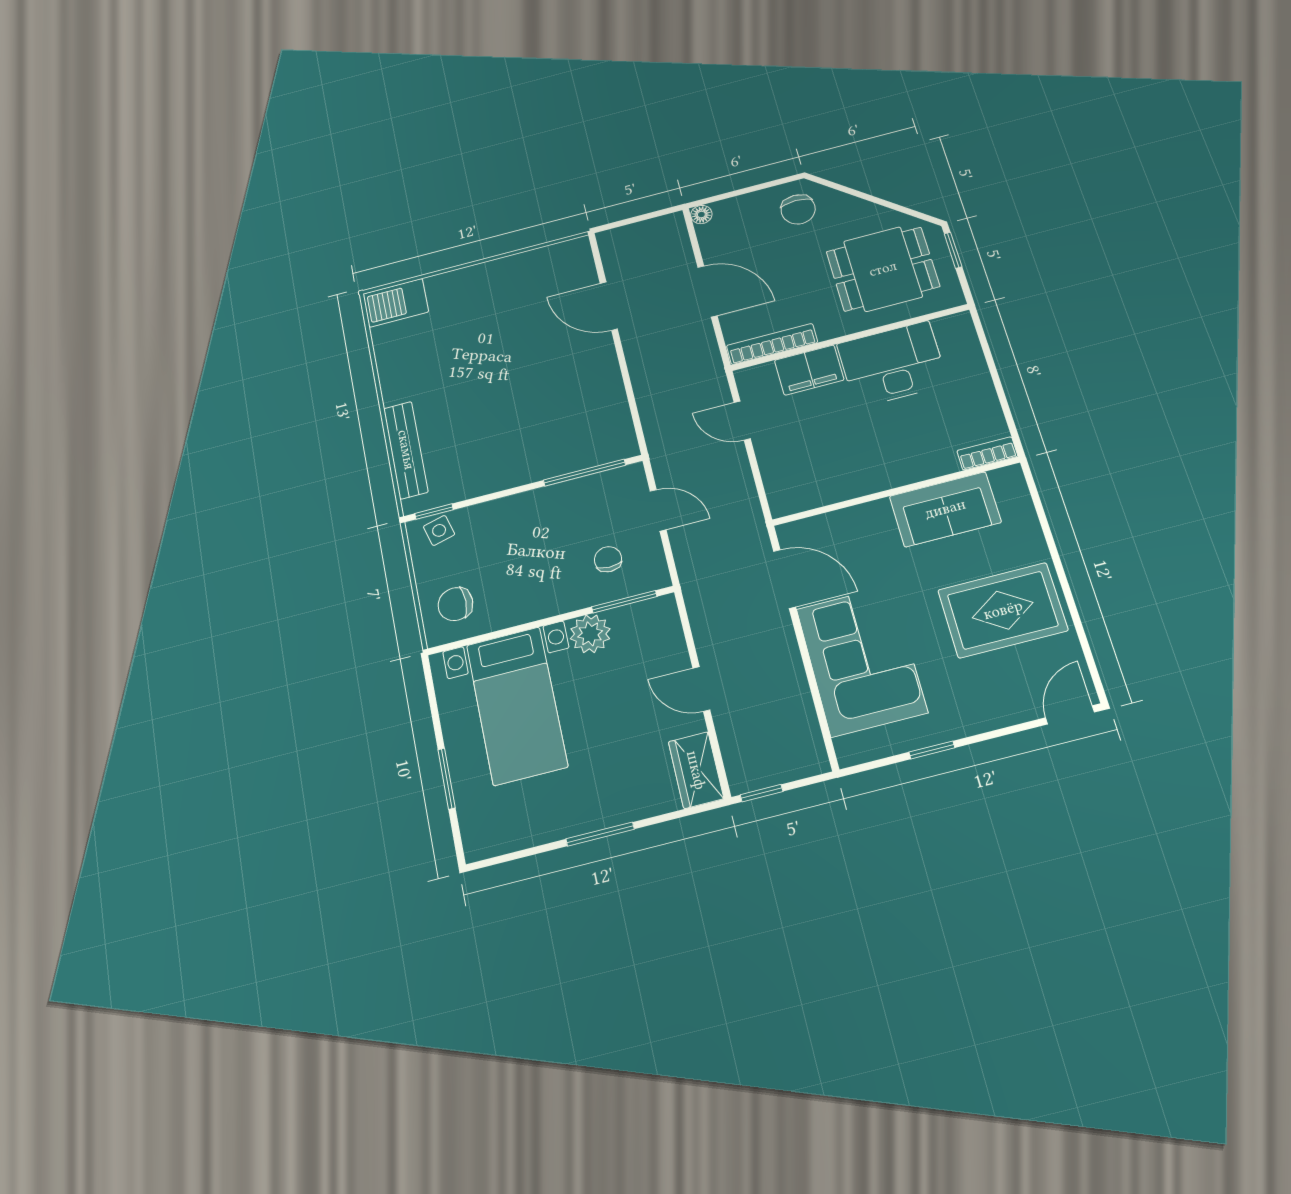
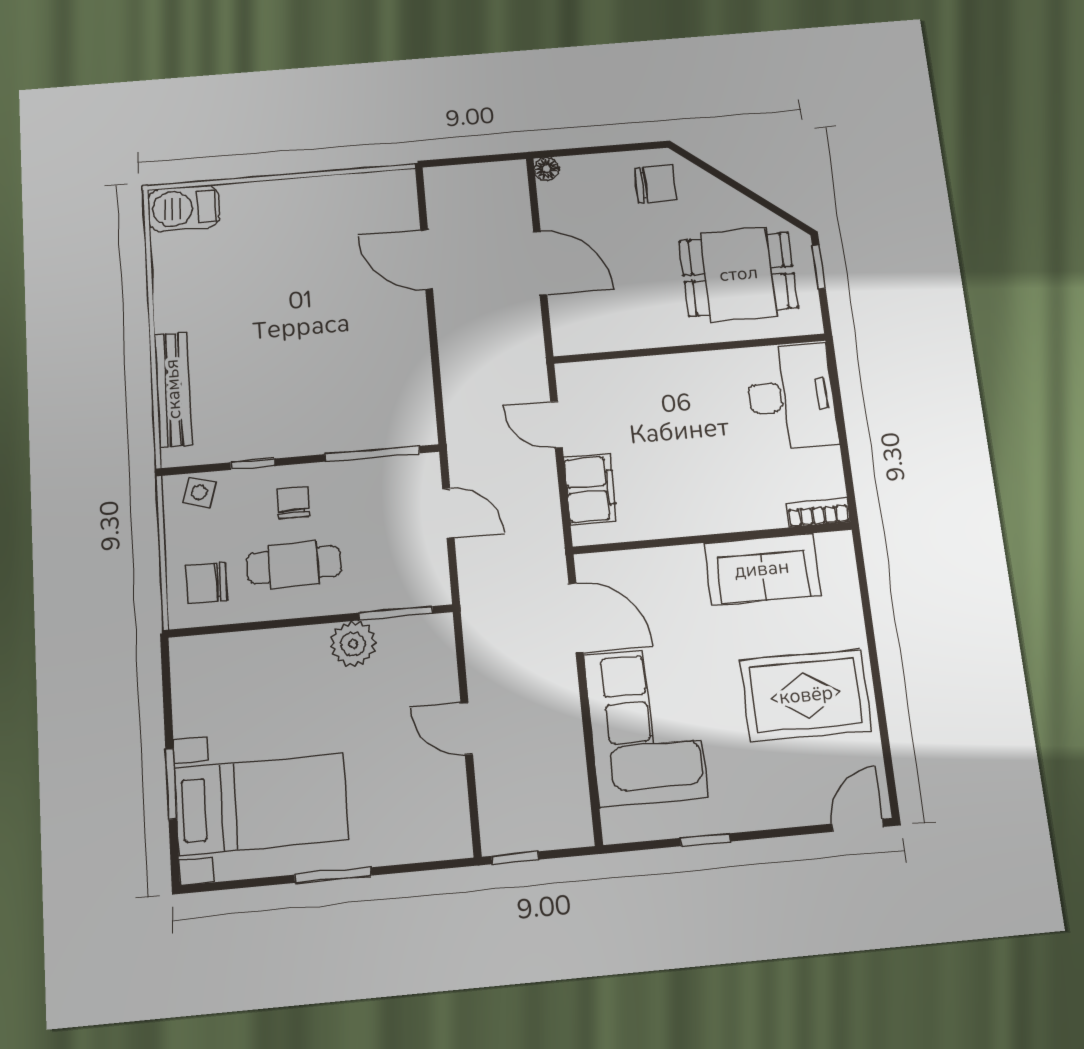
chair: (798, 209) -> (656, 184), turned -90
bookcase: (772, 344) -> (603, 340), removed
desk: (892, 364) -> (791, 396), moved, turned 90
filing cabinet: (809, 370) -> (590, 489), moved, turned -90
window: (434, 512) -> (253, 464), moved
side table: (439, 530) -> (199, 492), turned 31
chair: (608, 559) -> (293, 503), moved
cafe table: (529, 576) -> (294, 565), added
bed with nightstands: (517, 705) -> (261, 804), moved, turned -90
wardrobe: (696, 770) -> (448, 820), removed

